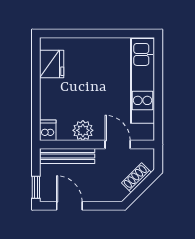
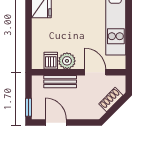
dishwasher: (48, 130) -> (51, 61), moved
bench: (67, 156) -> (60, 82), width x0.73

